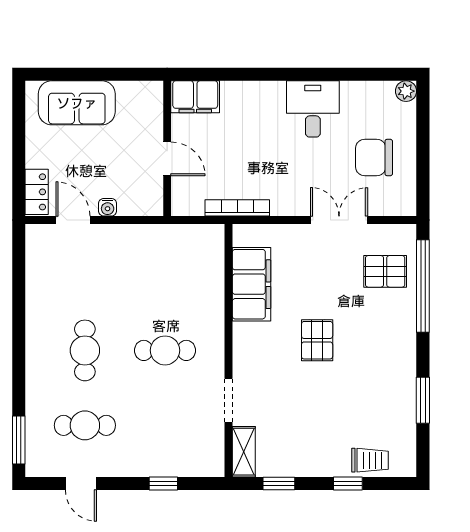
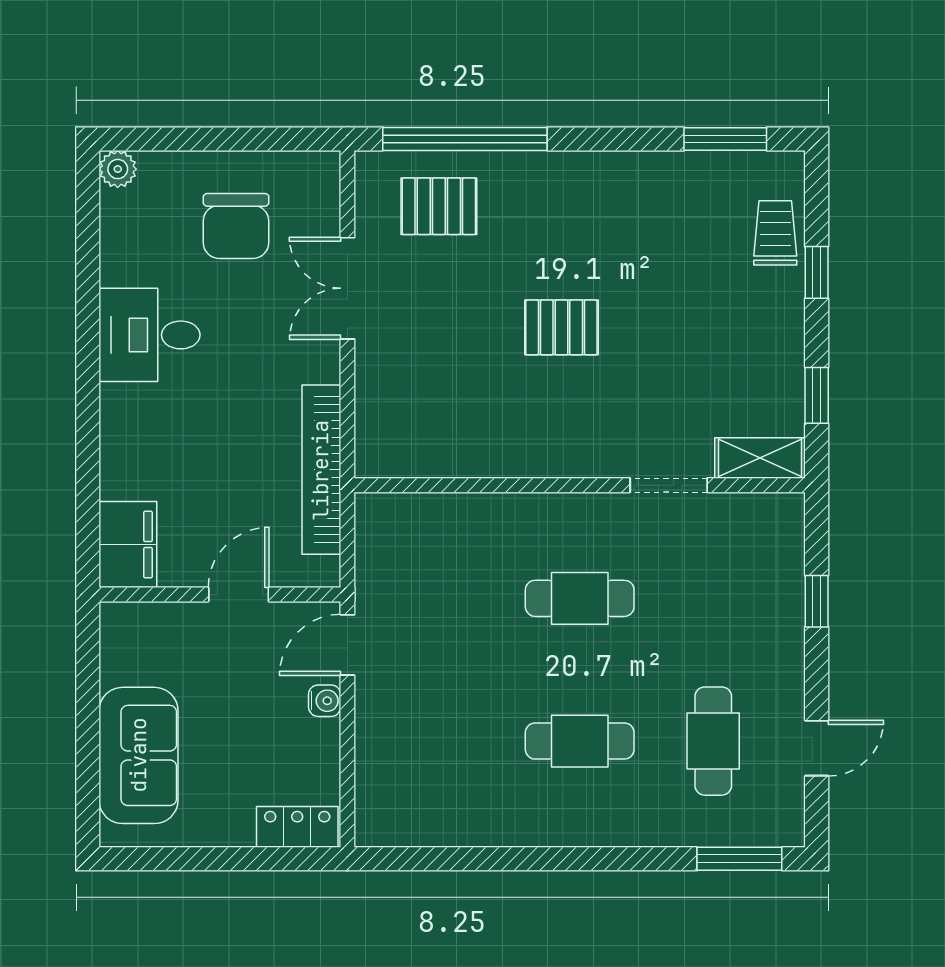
bookcase: (237, 208) -> (321, 470), width x1.48, depth x1.31
door: (73, 220) -> (347, 645), moved
pallet: (385, 271) -> (439, 206), turned 90
filing cabinet: (251, 284) -> (462, 444), removed
cafe table: (165, 350) -> (580, 598), turned 90
window: (423, 400) -> (725, 139), moved

